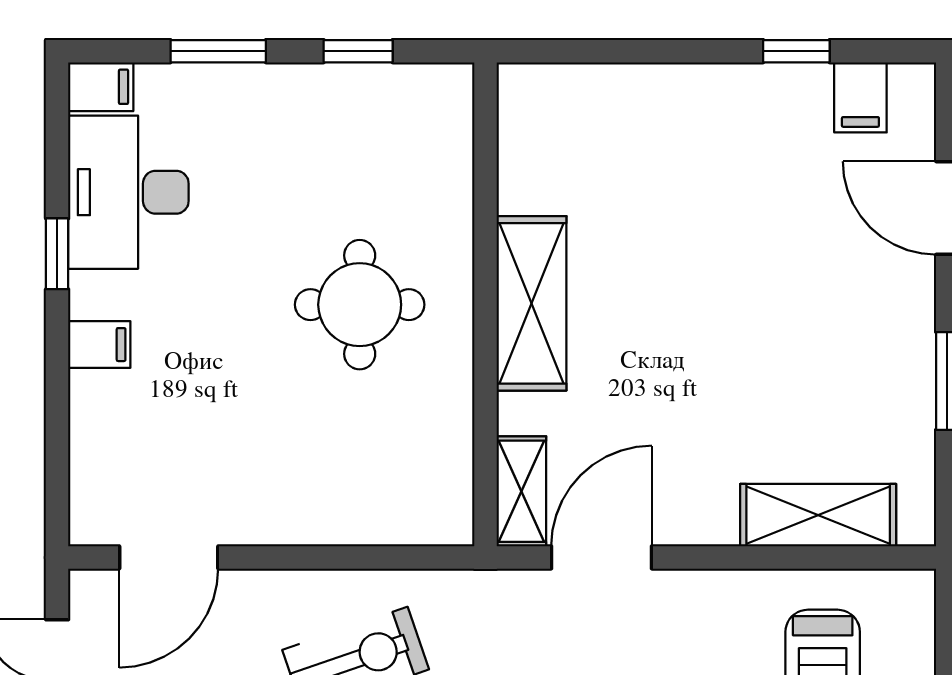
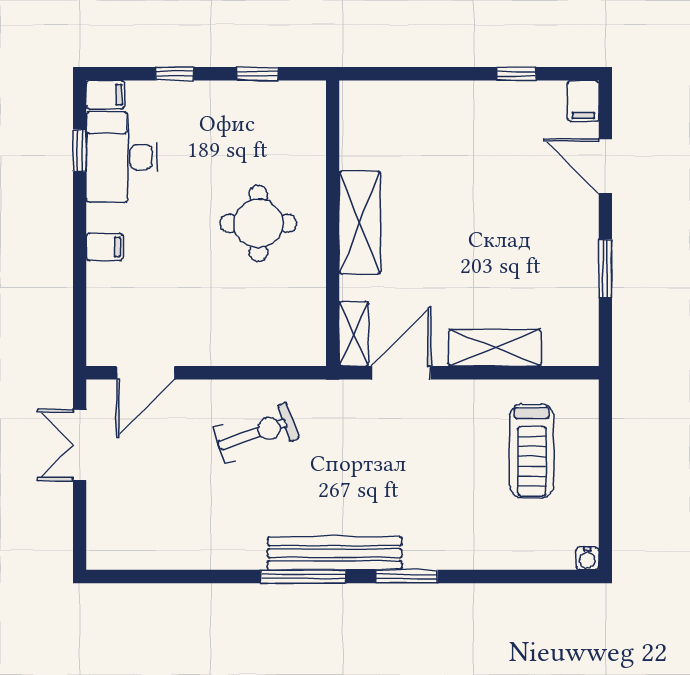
window: (218, 51) -> (175, 74), width x0.67
filing cabinet: (860, 97) -> (583, 101), moved
window: (57, 254) -> (80, 151), moved
shelving: (818, 515) -> (495, 348), moved

